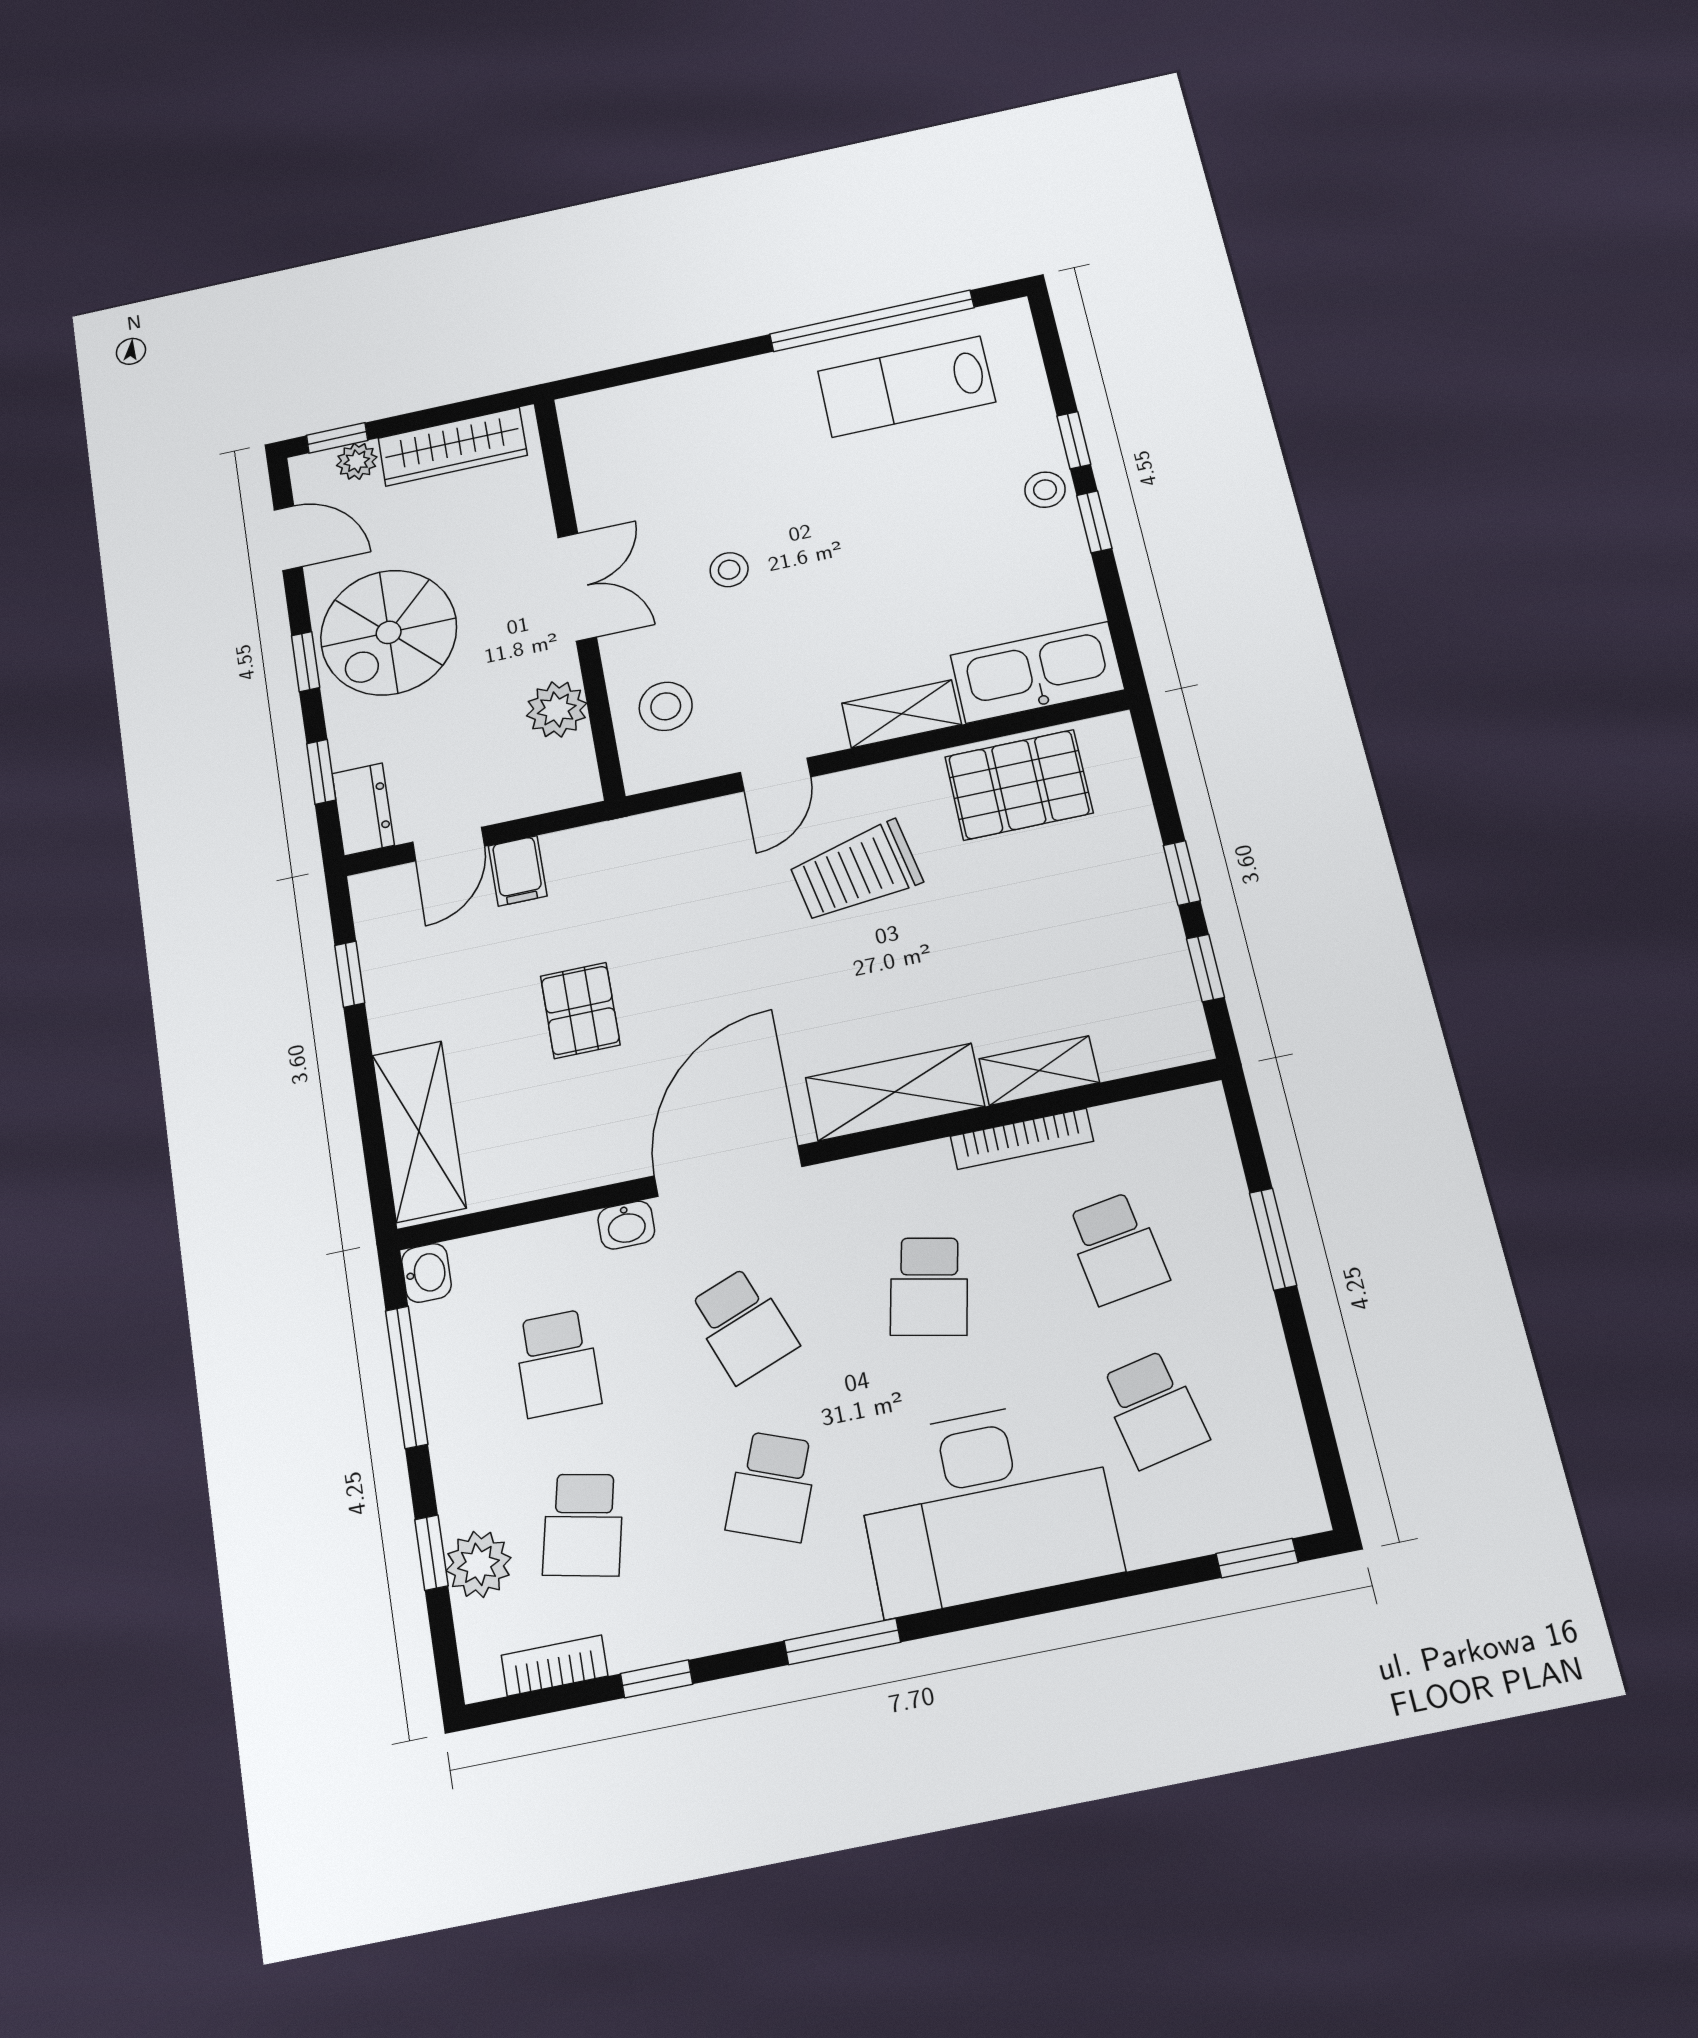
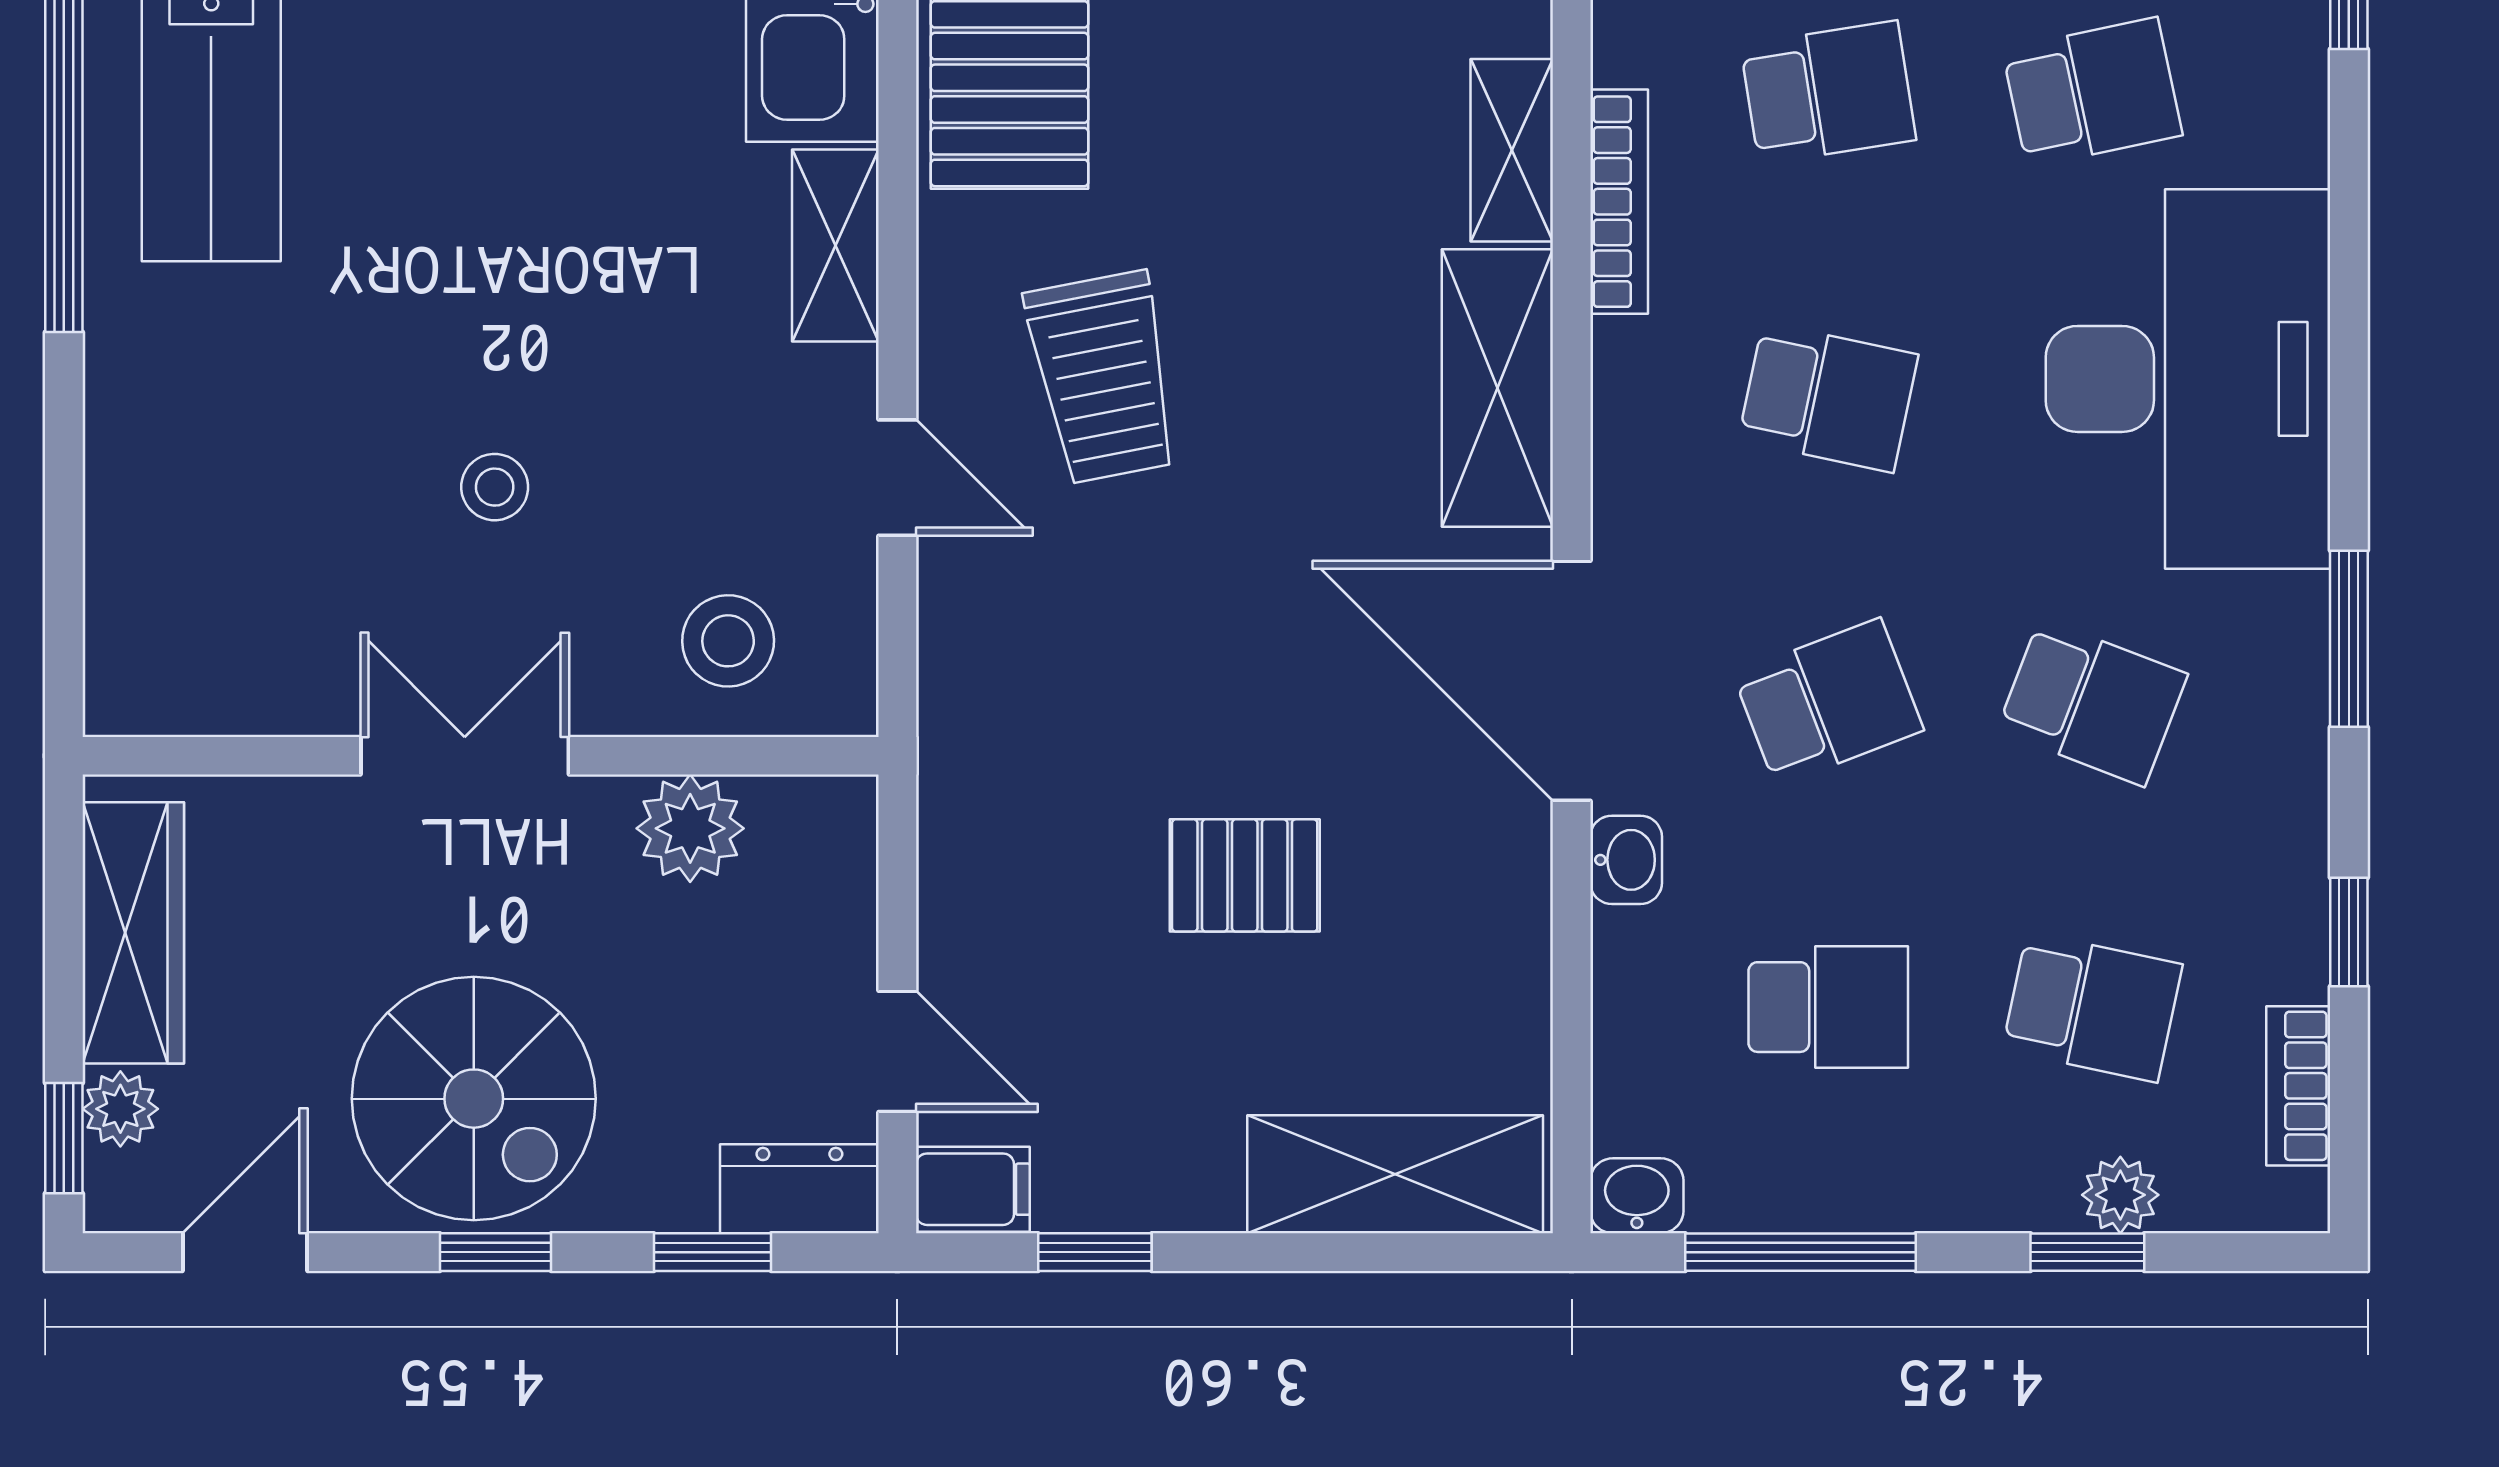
filing cabinet: (518, 871) -> (973, 1189), moved
plant: (478, 1564) -> (2120, 1195), width x0.73, depth x0.73

